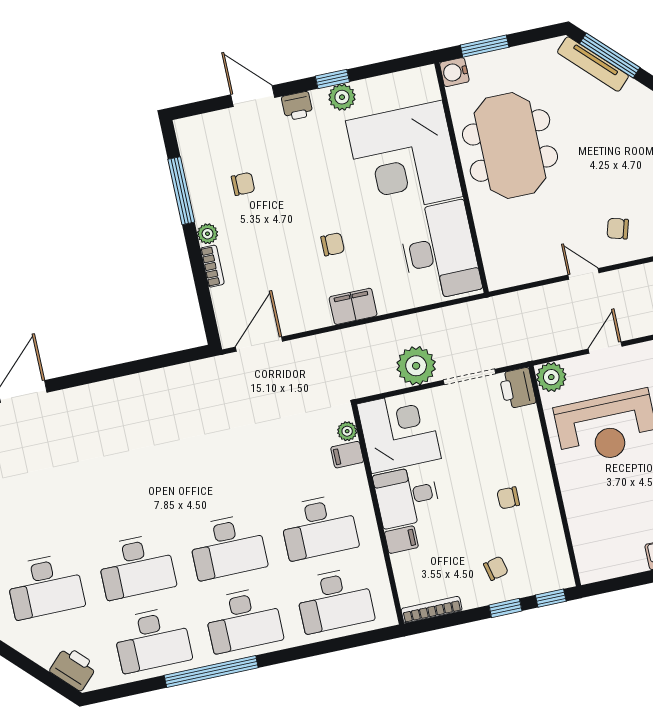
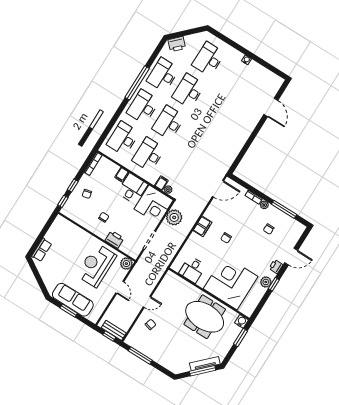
desk: (440, 251) -> (192, 270), width x0.53, depth x0.77
door: (259, 344) -> (218, 189), hinge flipped
plant: (416, 366) -> (174, 217), moved
printer: (517, 388) -> (115, 239), moved

